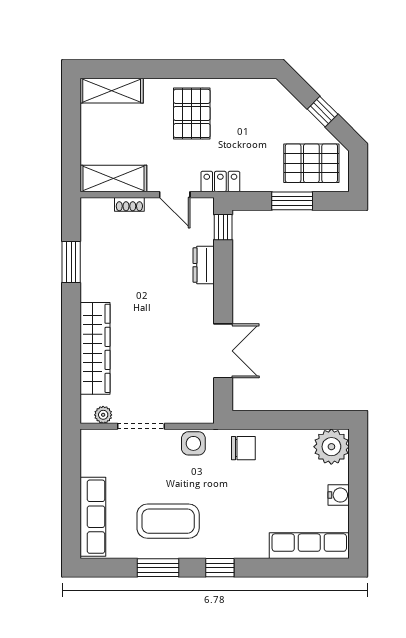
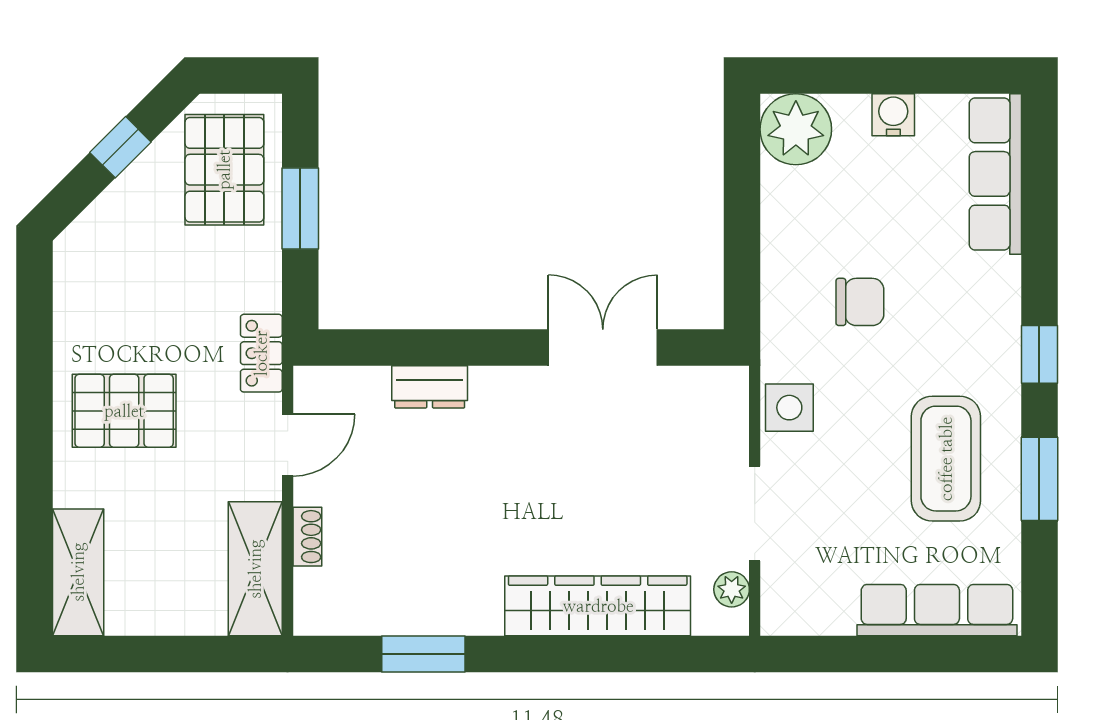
window: (223, 227) -> (353, 348), removed
chair: (243, 448) -> (860, 302), moved, turned 90

